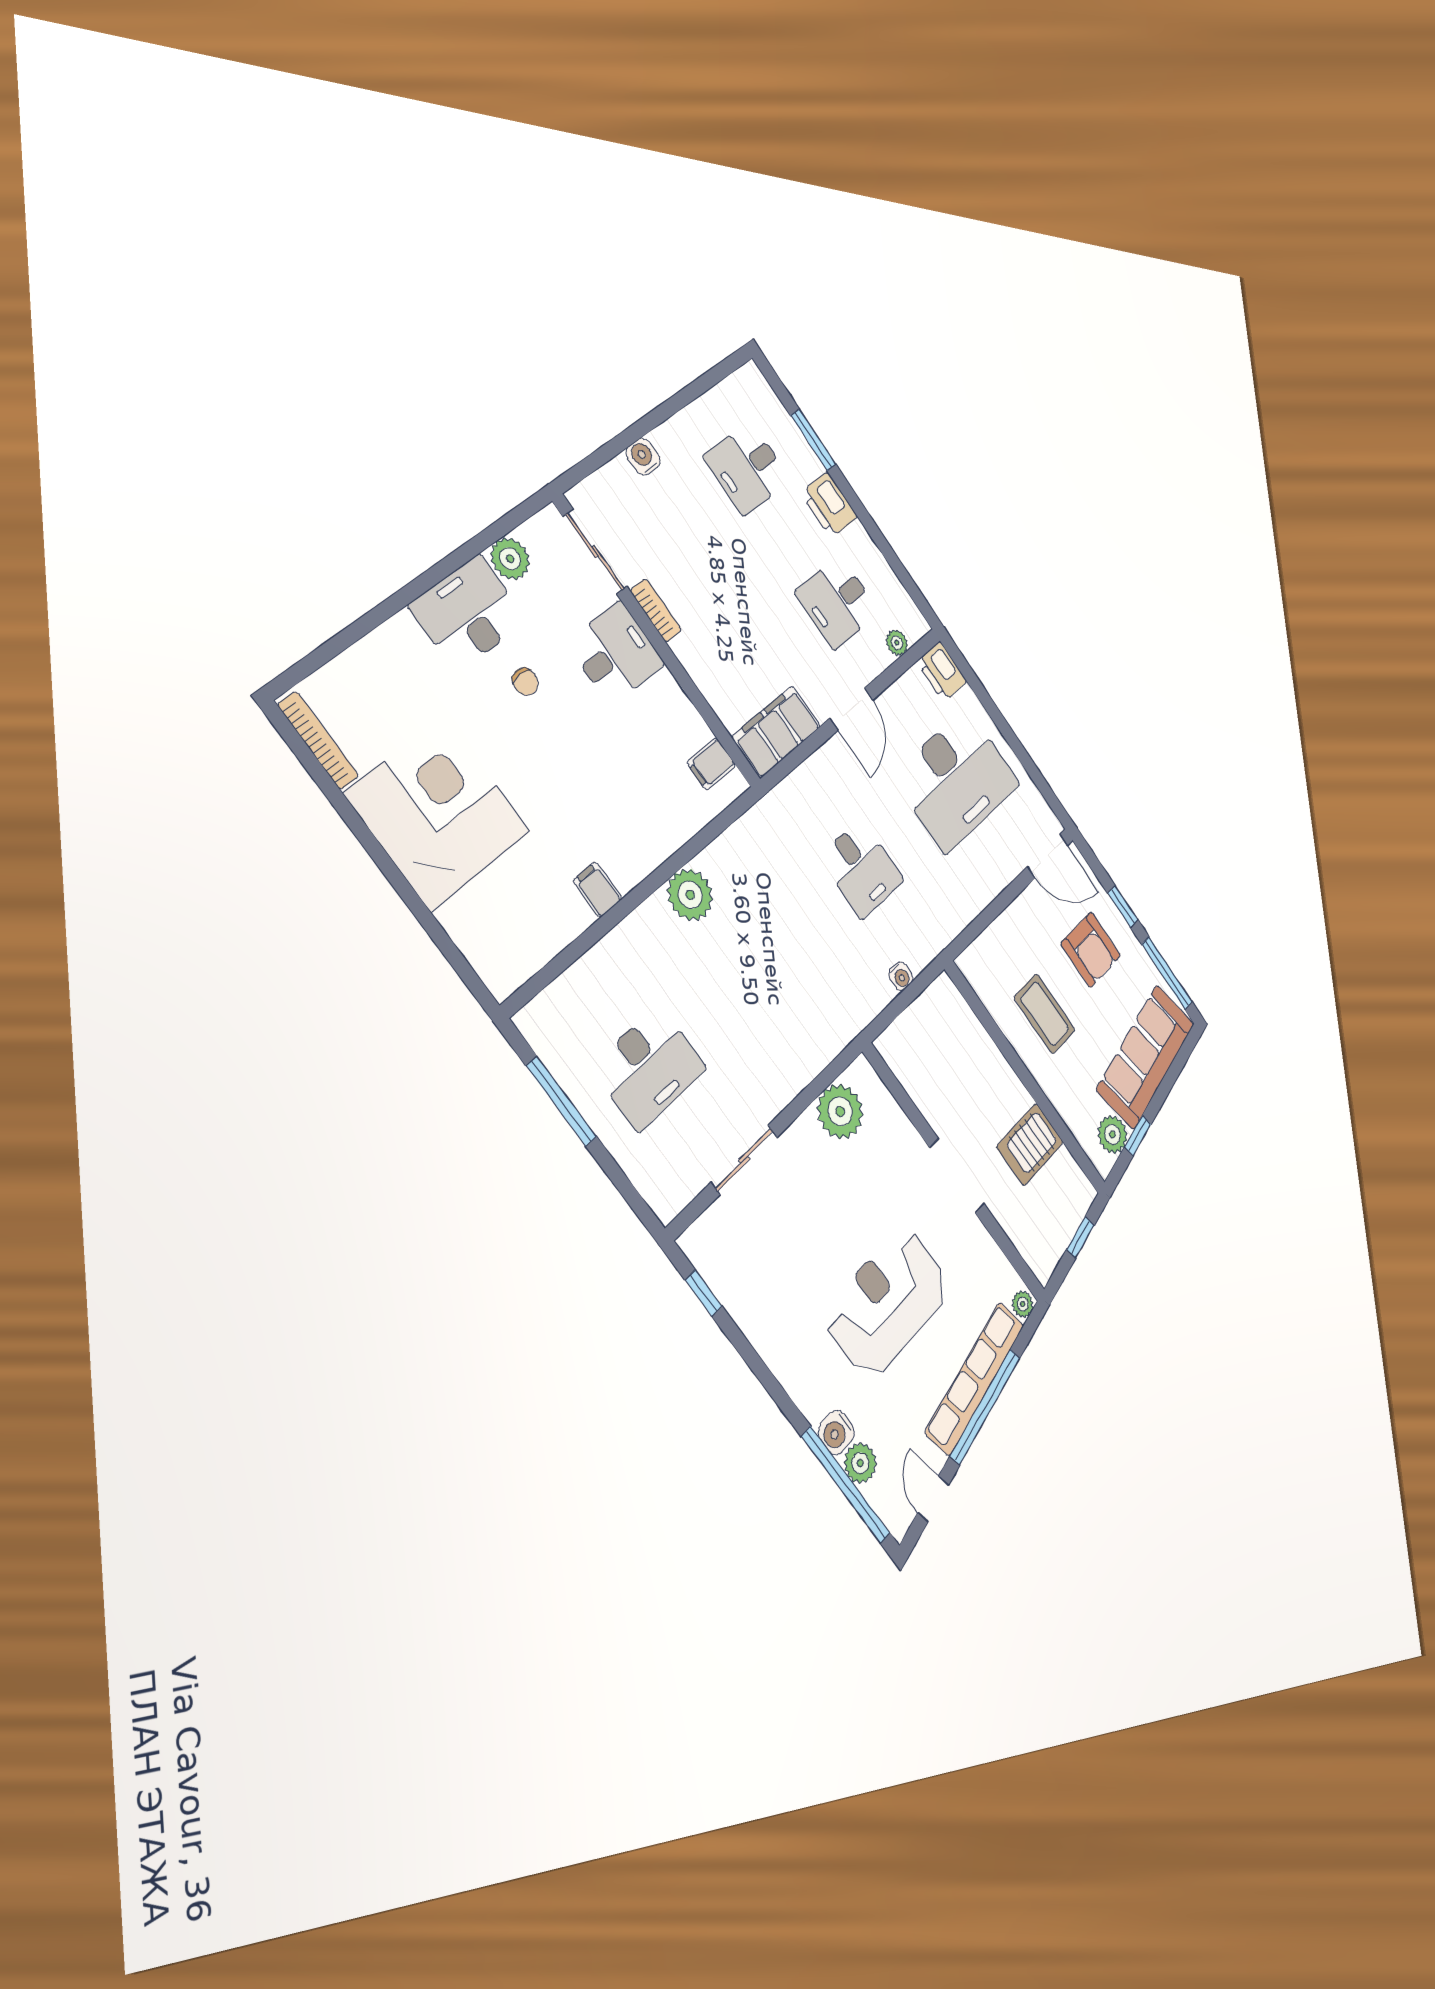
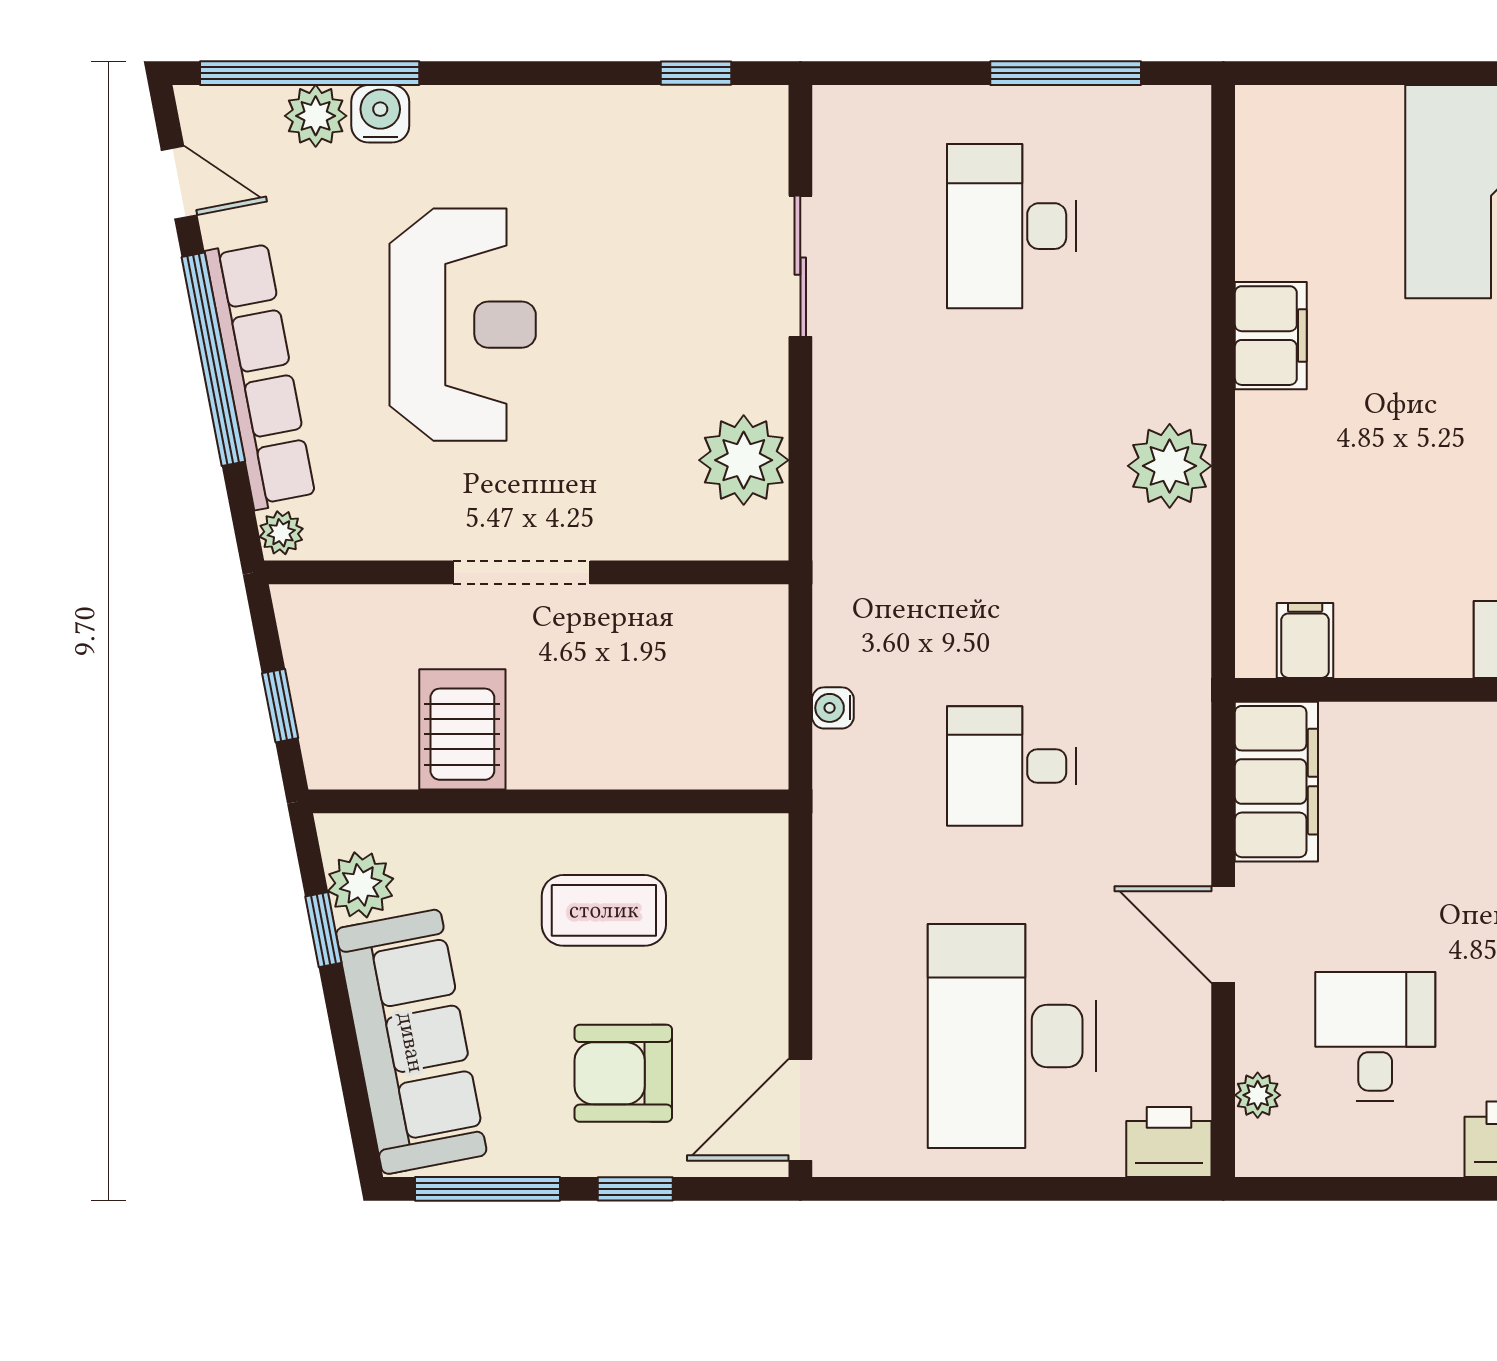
filing cabinet: (598, 890) -> (1271, 336), width x2.00

